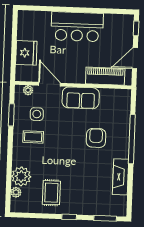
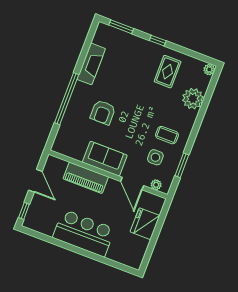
door: (135, 58) -> (35, 181), hinge flipped
piano: (105, 76) -> (86, 178), moved
plant: (16, 192) -> (209, 70), moved

